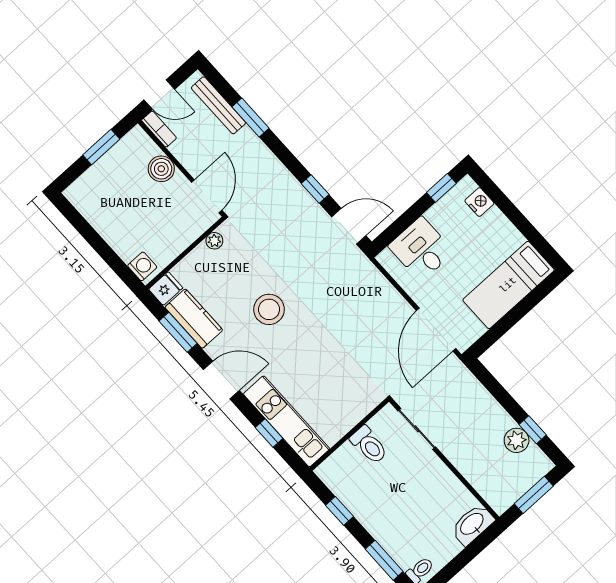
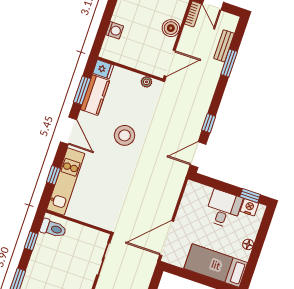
bench: (218, 105) -> (224, 46), width x0.73
nightstand: (479, 202) -> (249, 207), moved, turned -90
door: (349, 226) -> (198, 155), swing flipped
floor lamp: (505, 227) -> (248, 244), added
desk: (421, 249) -> (224, 209), moved
washing machine: (142, 266) -> (115, 30), moved
toilet: (369, 445) -> (53, 228), moved, turned -90

